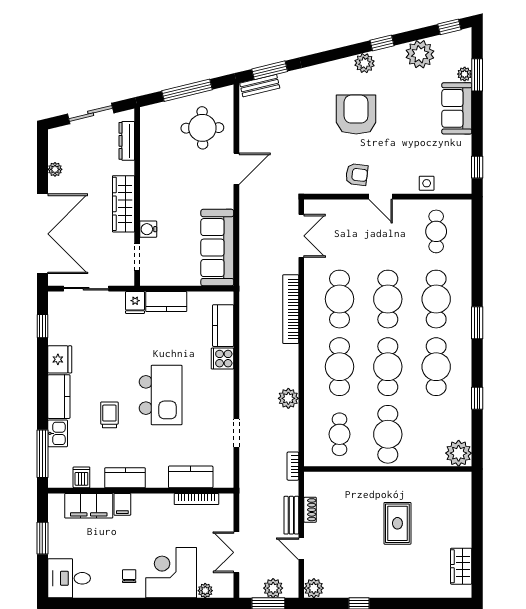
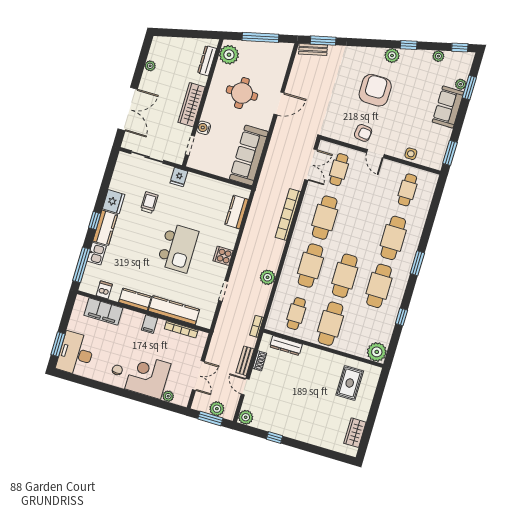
plant: (420, 54) -> (438, 56), width x0.53, depth x0.53
sliding door: (91, 113) -> (187, 34), removed
plant: (153, 125) -> (229, 55), added
round table: (202, 128) -> (242, 93), moved
window: (477, 167) -> (450, 153), width x1.50
double door: (42, 234) -> (128, 109), width x0.73
cafe table: (388, 299) -> (339, 170), moved, width x0.73, depth x0.74
kitchen counter: (166, 302) -> (201, 183), removed
window: (42, 326) -> (95, 221), moved
cooker: (222, 359) -> (223, 256), moved
trolley: (109, 415) -> (149, 203), moved
kitchen counter: (191, 477) -> (174, 310), width x1.50
dresser: (338, 480) -> (286, 346), added
filing cabinet: (122, 504) -> (149, 324), moved
rug: (397, 523) -> (350, 383), moved
window: (42, 538) -> (58, 344), moved
double door: (236, 552) -> (198, 376), swing flipped
desk: (69, 578) -> (76, 354), width x1.37

